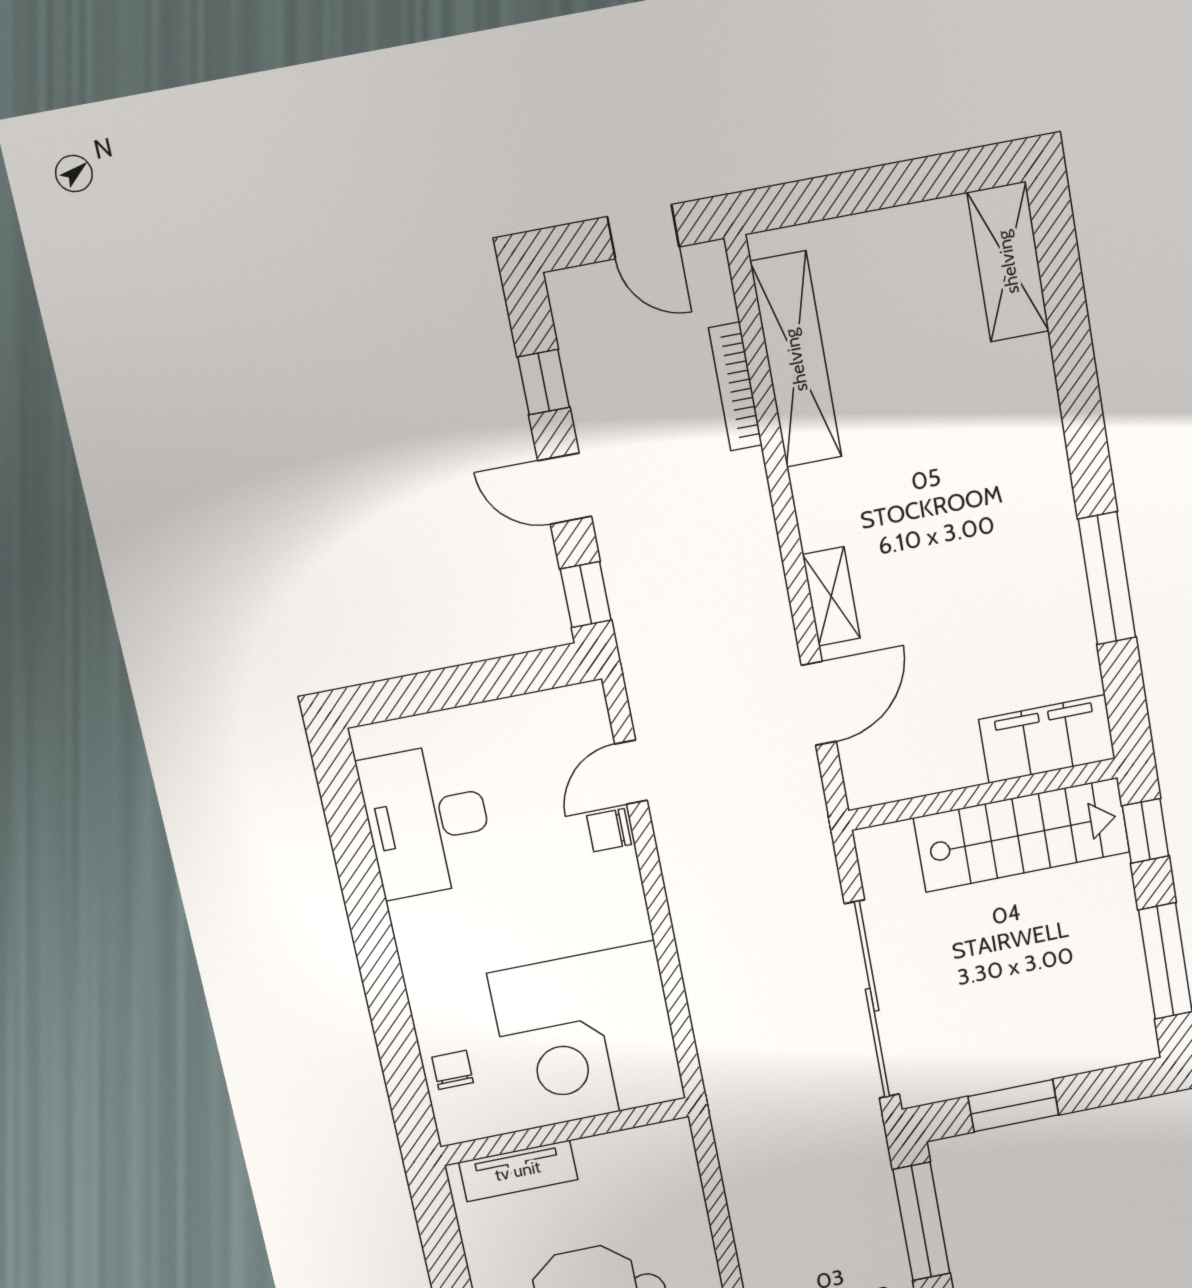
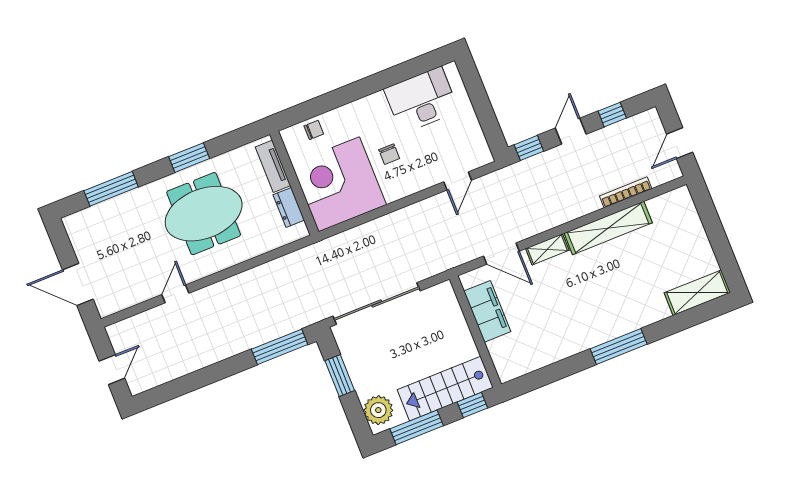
shelving: (796, 360) -> (608, 228), moved
window: (1107, 578) -> (619, 347), moved
filing cabinet: (1047, 739) -> (487, 311), moved
door: (631, 772) -> (458, 181), swing flipped
chair: (609, 830) -> (389, 154), moved, turned 180
stairs: (1022, 835) -> (445, 389), moved, turned 90
plant: (1108, 1036) -> (378, 410), added
dresser: (618, 1152) -> (289, 207), added

